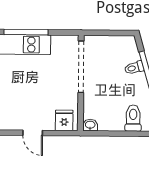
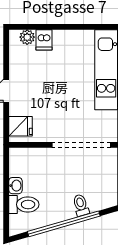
washbasin: (90, 125) -> (15, 186), moved

